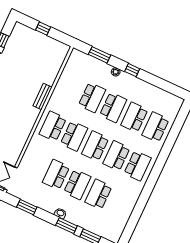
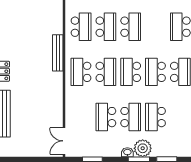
bench: (42, 97) -> (58, 53), width x1.36
school desk: (134, 117) -> (81, 27), moved, turned 180
plant: (75, 216) -> (143, 148), added

